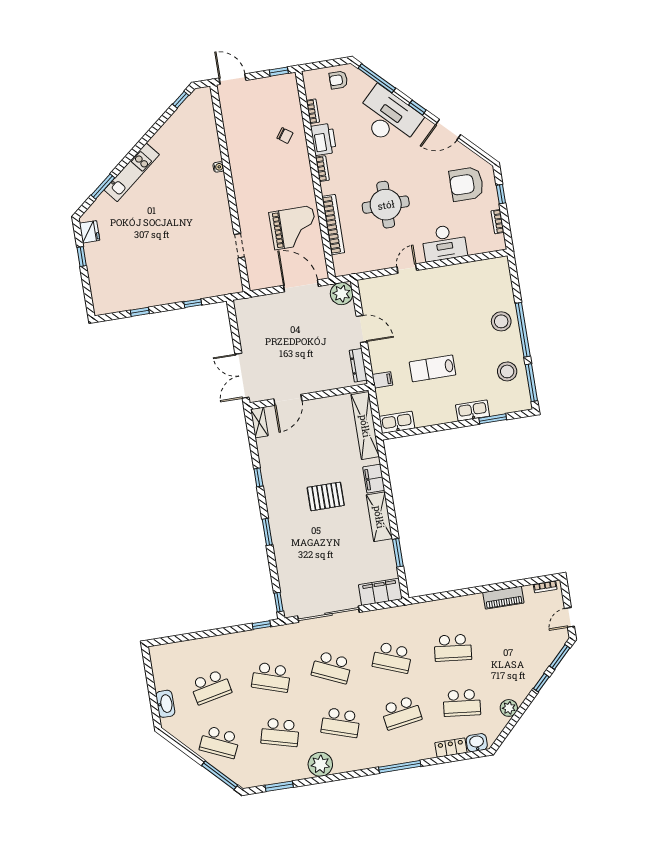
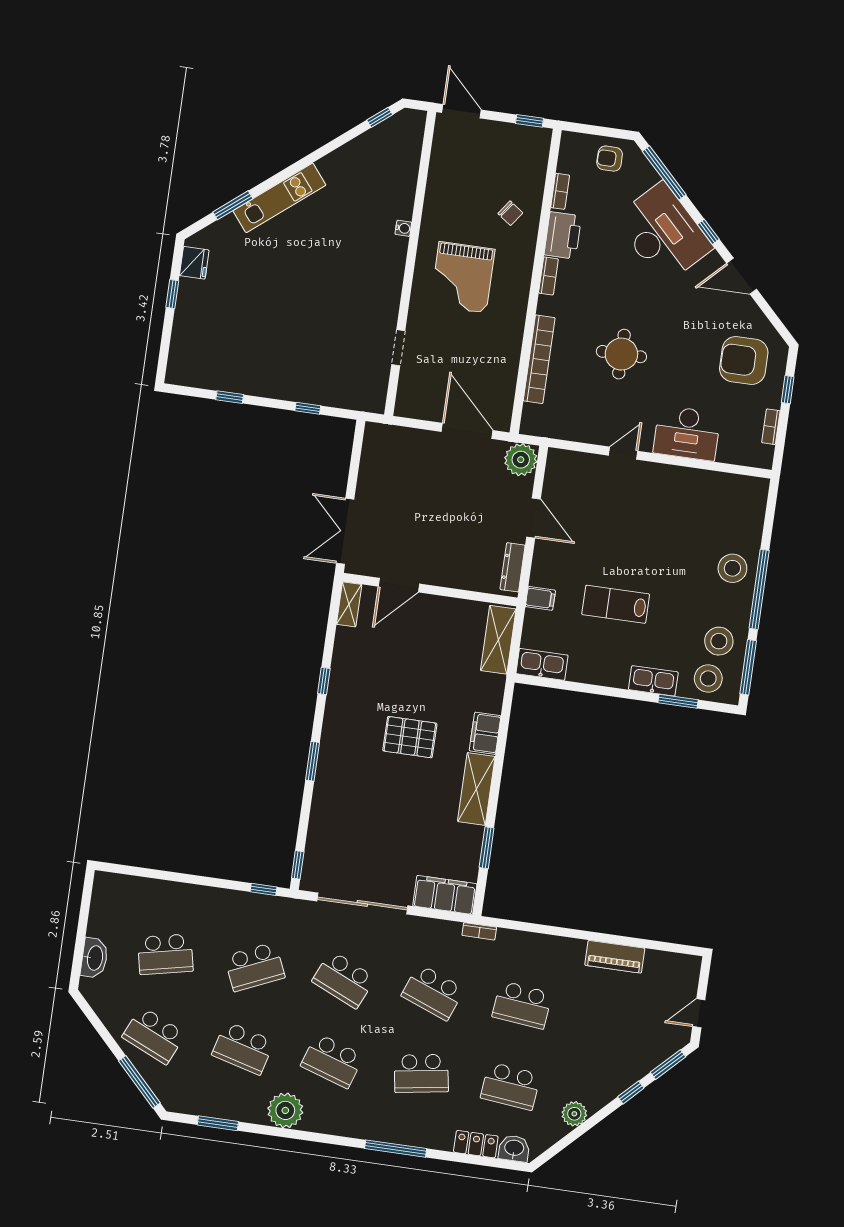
round table: (386, 205) -> (621, 354), width x0.73, depth x0.73
grand piano: (294, 228) -> (463, 277), moved, turned 90
stool: (508, 398) -> (708, 678), added
shelving: (365, 426) -> (498, 640), width x0.68
bookcase: (545, 587) -> (479, 931), moved
school desk: (271, 677) -> (255, 967), turned -42

